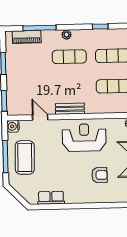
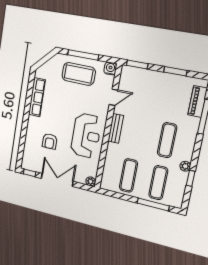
plant: (67, 35) -> (185, 166), moved
row of seats: (51, 198) -> (37, 97), width x1.48

